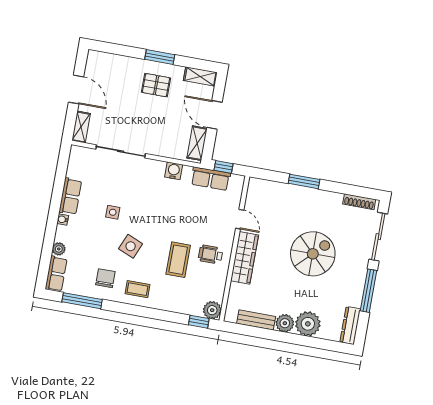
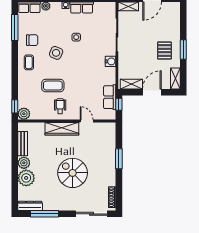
water cooler: (174, 171) -> (110, 61), moved
door: (240, 219) -> (87, 121), swing flipped
spiral stairs: (313, 254) -> (73, 173), turned 180
window: (369, 291) -> (44, 214), moved

